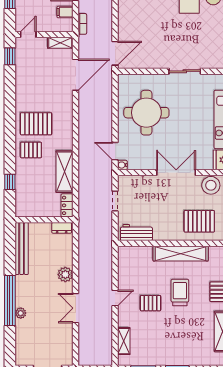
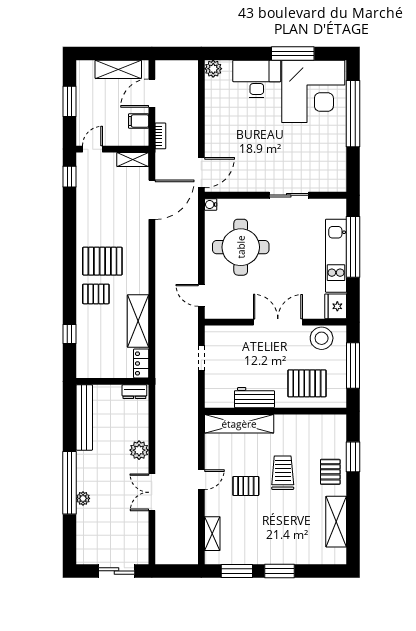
water cooler: (122, 165) -> (211, 205), moved
workbench: (136, 233) -> (254, 398), moved
shelving: (181, 254) -> (239, 424), moved

